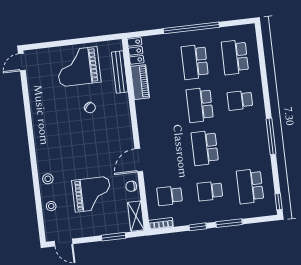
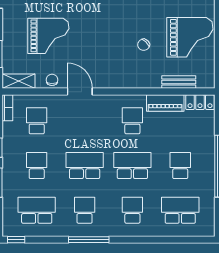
school desk: (195, 62) -> (180, 166), width x0.54
grand piano: (78, 67) -> (190, 37), turned 90
bench: (120, 72) -> (179, 82), width x0.73
school desk: (160, 110) -> (132, 121), added
school desk: (245, 143) -> (85, 210), added
grand piano: (92, 194) -> (48, 36), turned -90

